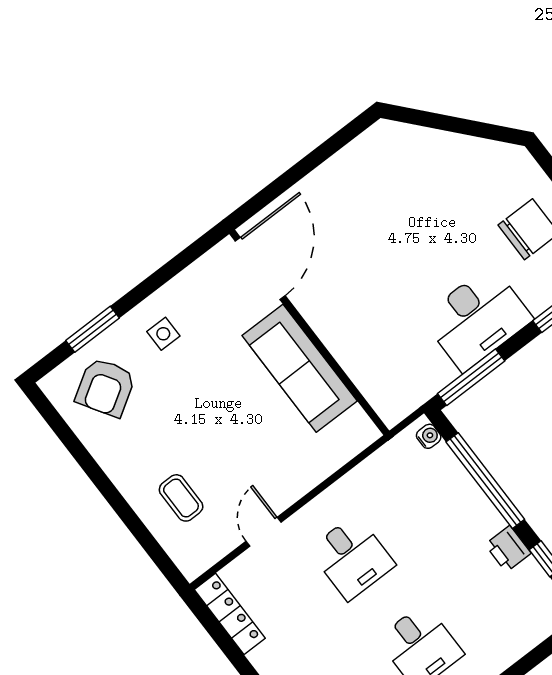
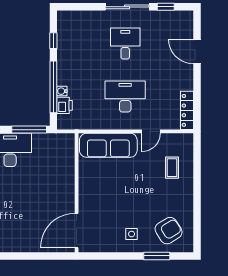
sofa: (300, 368) -> (108, 145), moved, turned 90
water cooler: (429, 436) -> (62, 91), moved
printer: (508, 549) -> (64, 105), moved
desk: (352, 557) -> (125, 96), width x1.37

